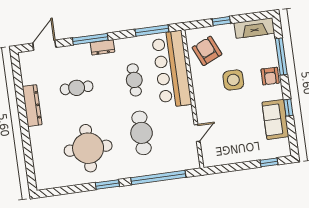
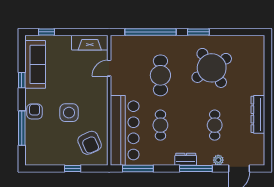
fireplace: (254, 28) -> (90, 43), moved, turned 180
plant: (68, 51) -> (218, 160), added
cafe table: (77, 88) -> (215, 125), turned 90
sofa: (275, 119) -> (35, 64), width x1.36
round table: (88, 148) -> (212, 68), turned -33

